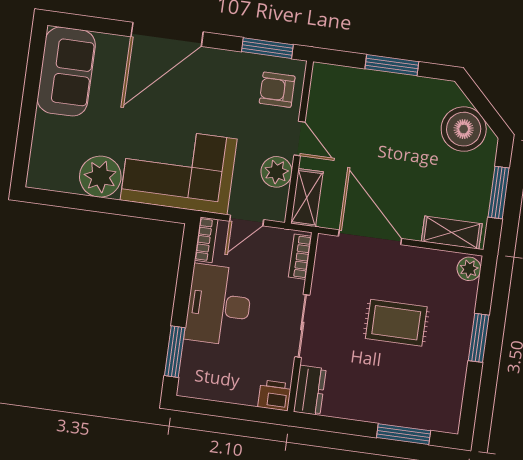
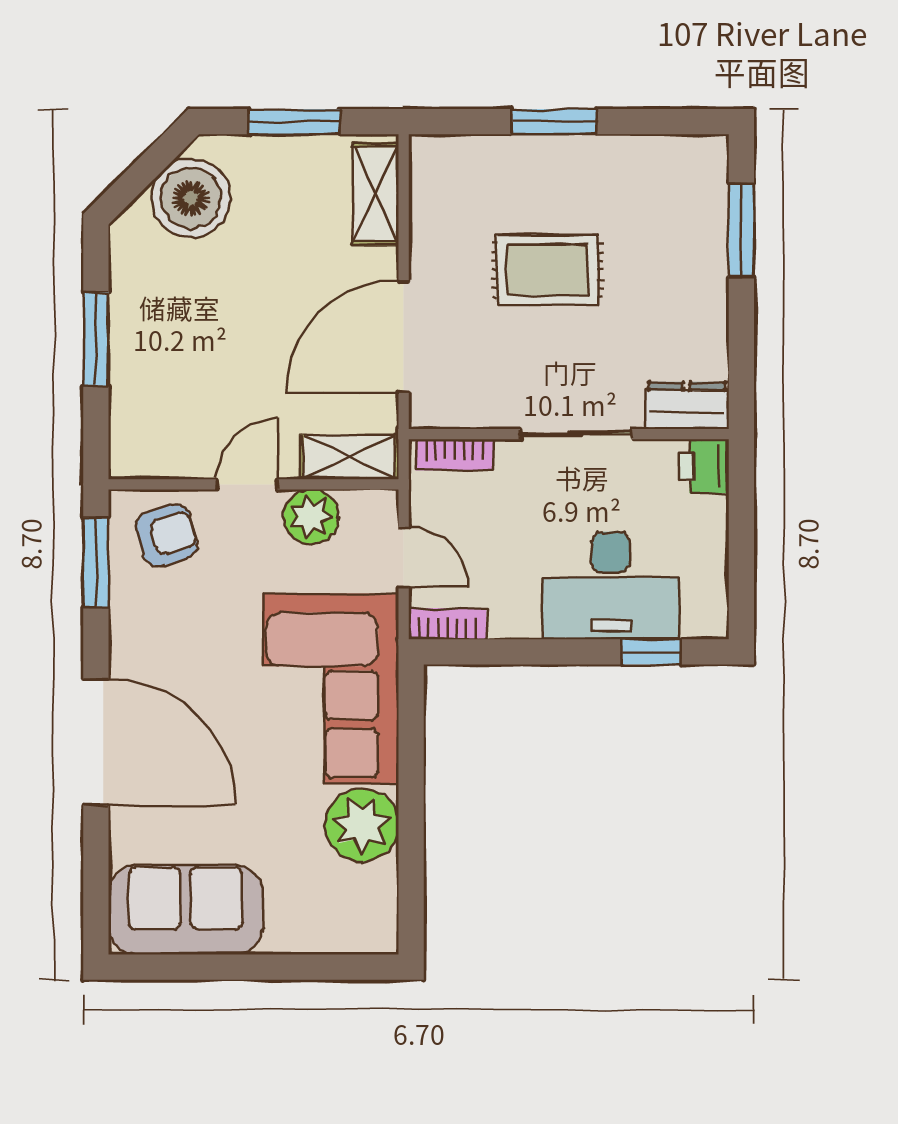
armchair: (277, 90) -> (167, 535), turned -106
plant: (469, 269) -> (435, 155), removed
desk: (219, 305) -> (611, 586), moved
rug: (396, 323) -> (547, 270), turned 90
window: (175, 352) -> (651, 652), width x0.67

